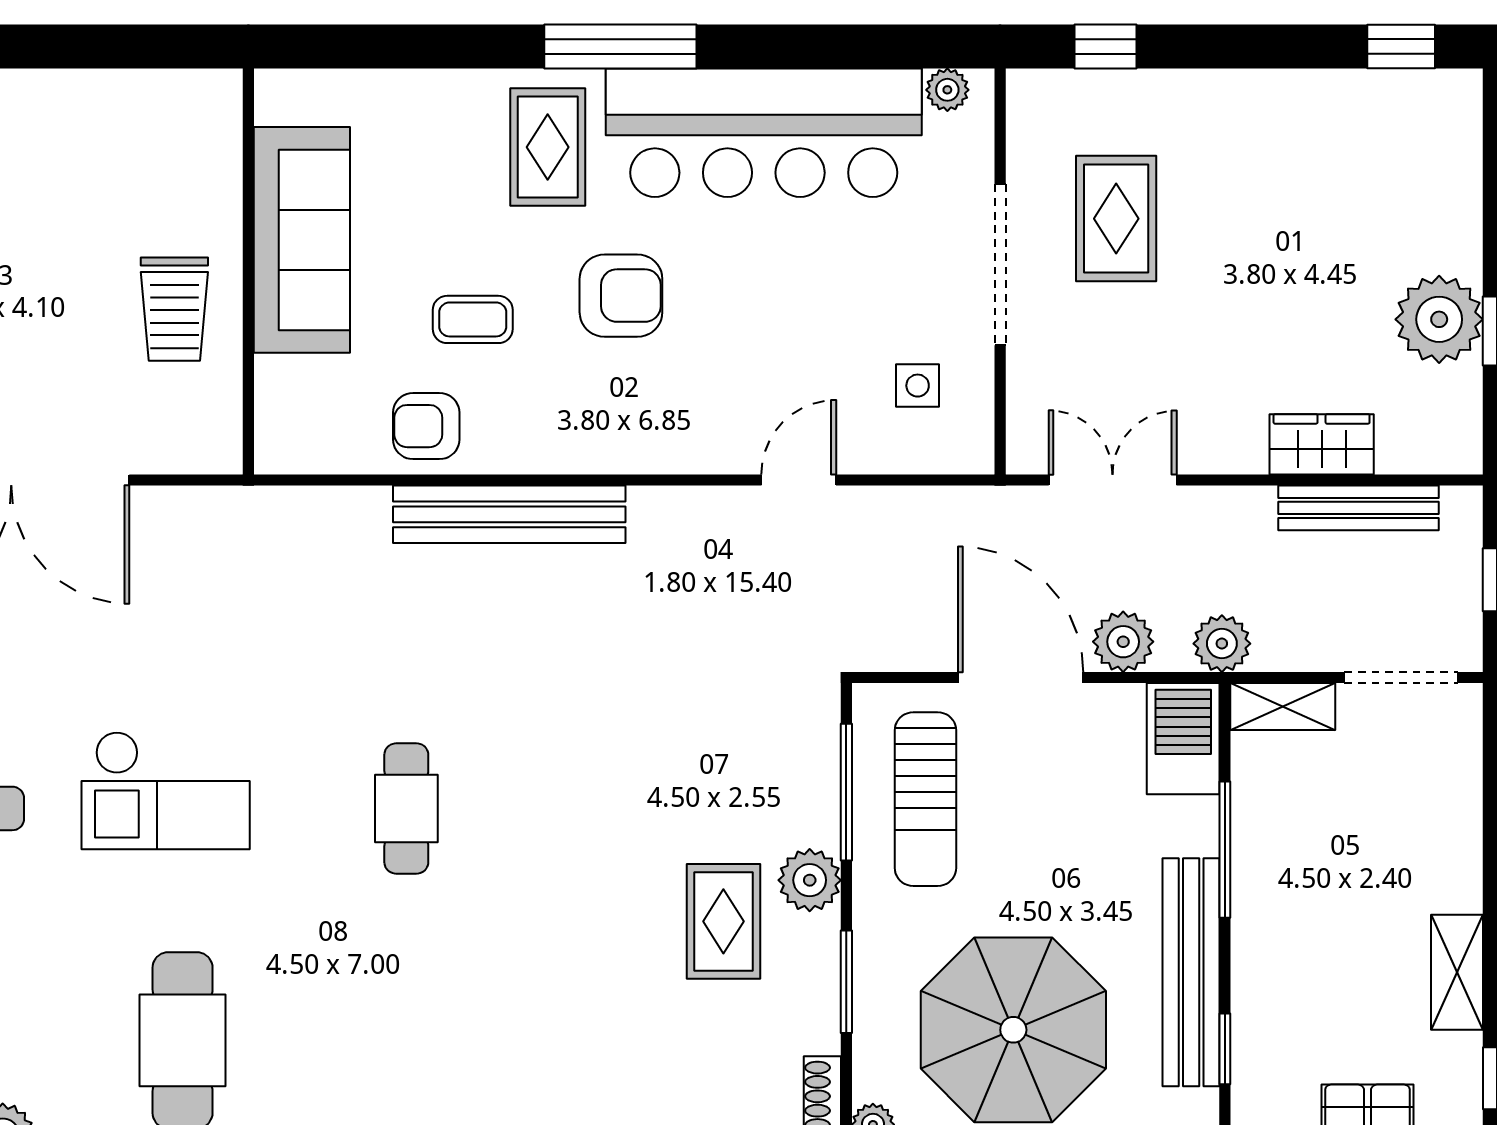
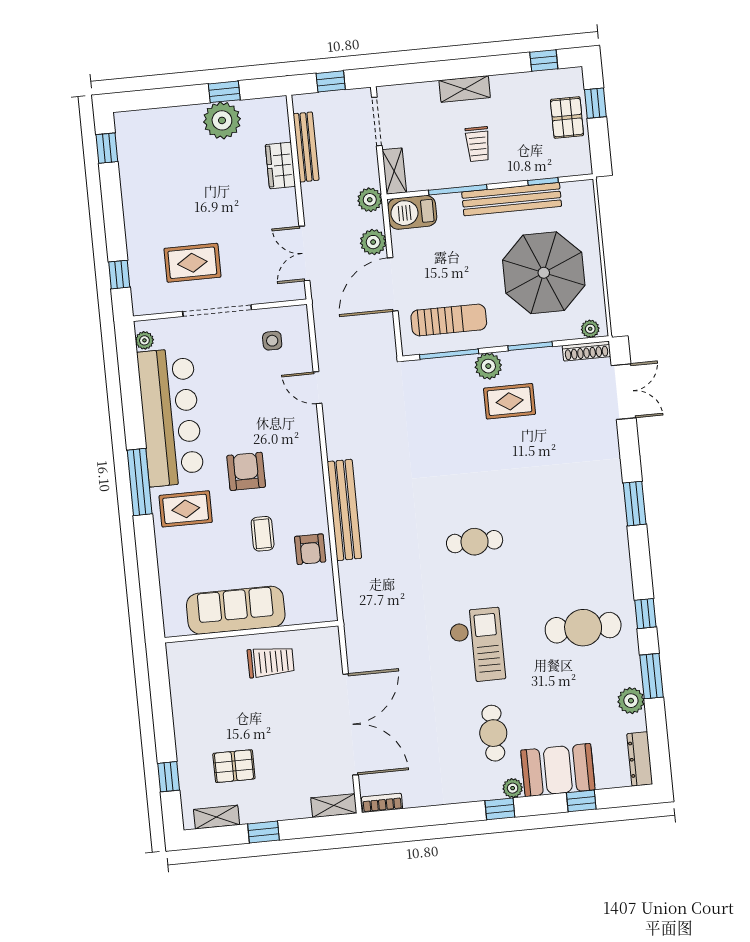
trolley: (1326, 906) -> (478, 144), added
shelving: (1457, 972) -> (465, 89), moved

